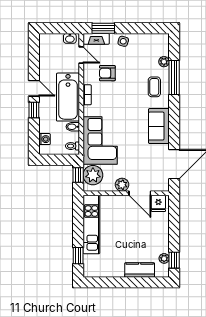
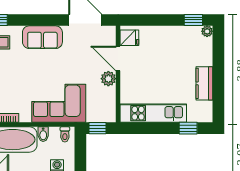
plant: (93, 175) -> (98, 111), removed
door: (140, 193) -> (118, 59), swing flipped
plant: (164, 258) -> (207, 31), moved
kitchen counter: (140, 270) -> (204, 83), moved

